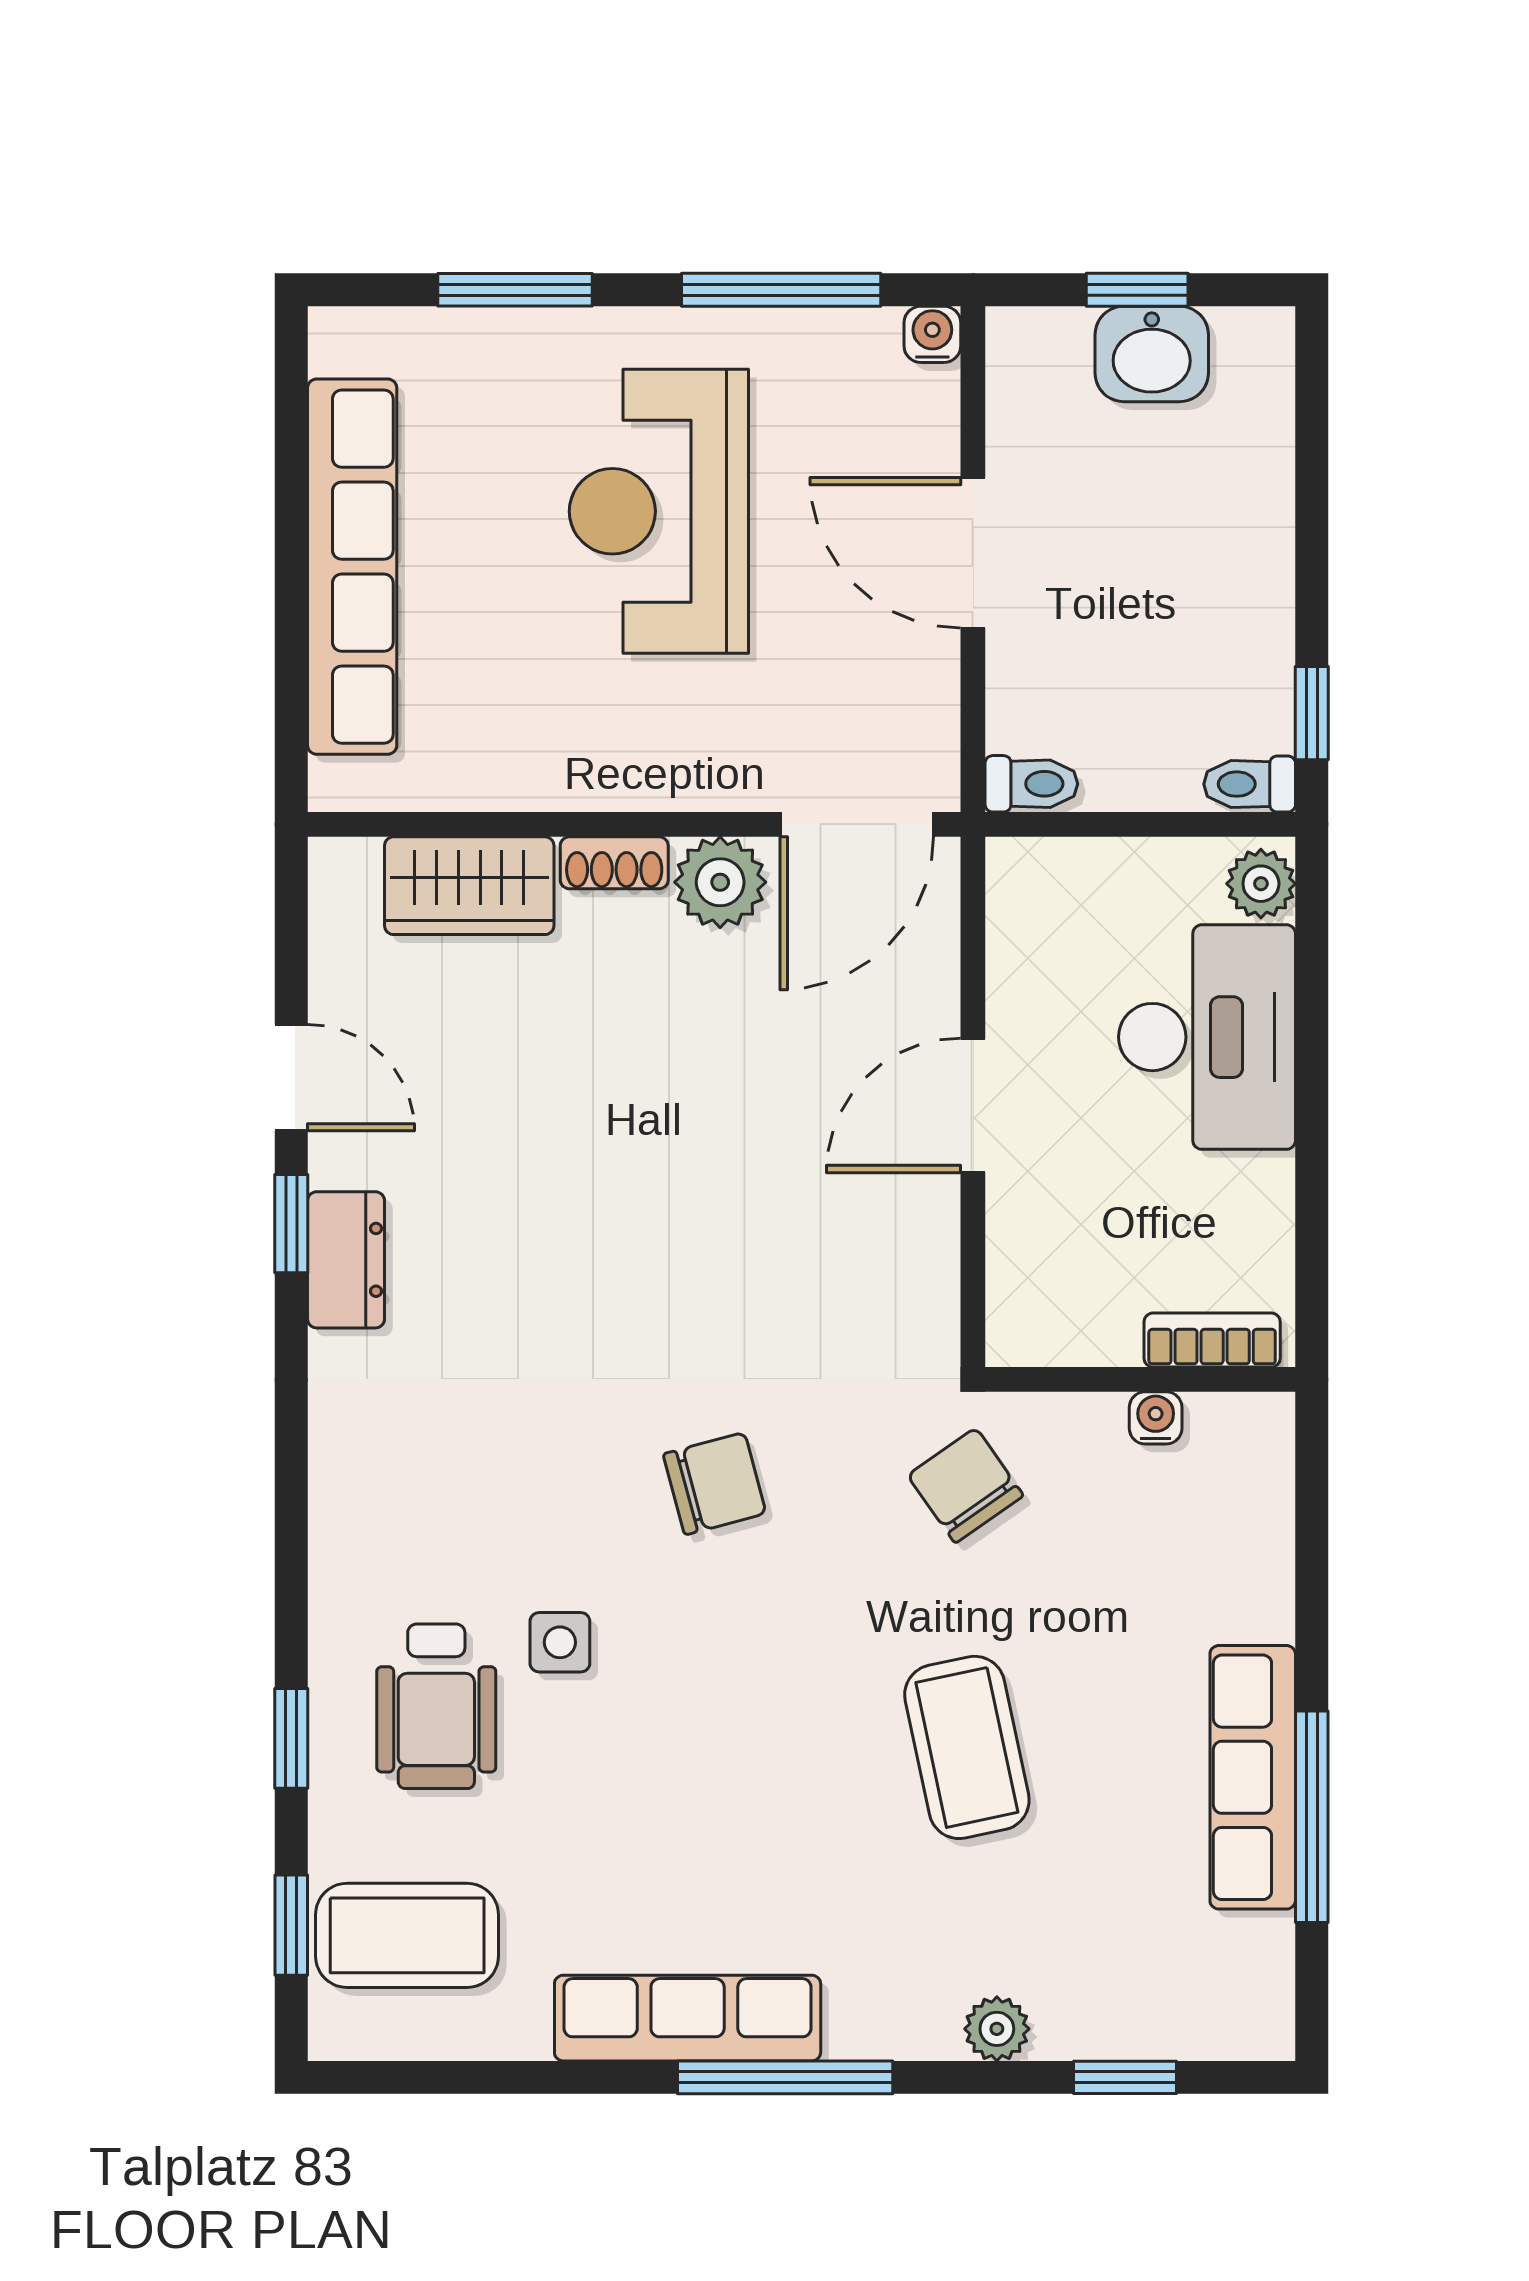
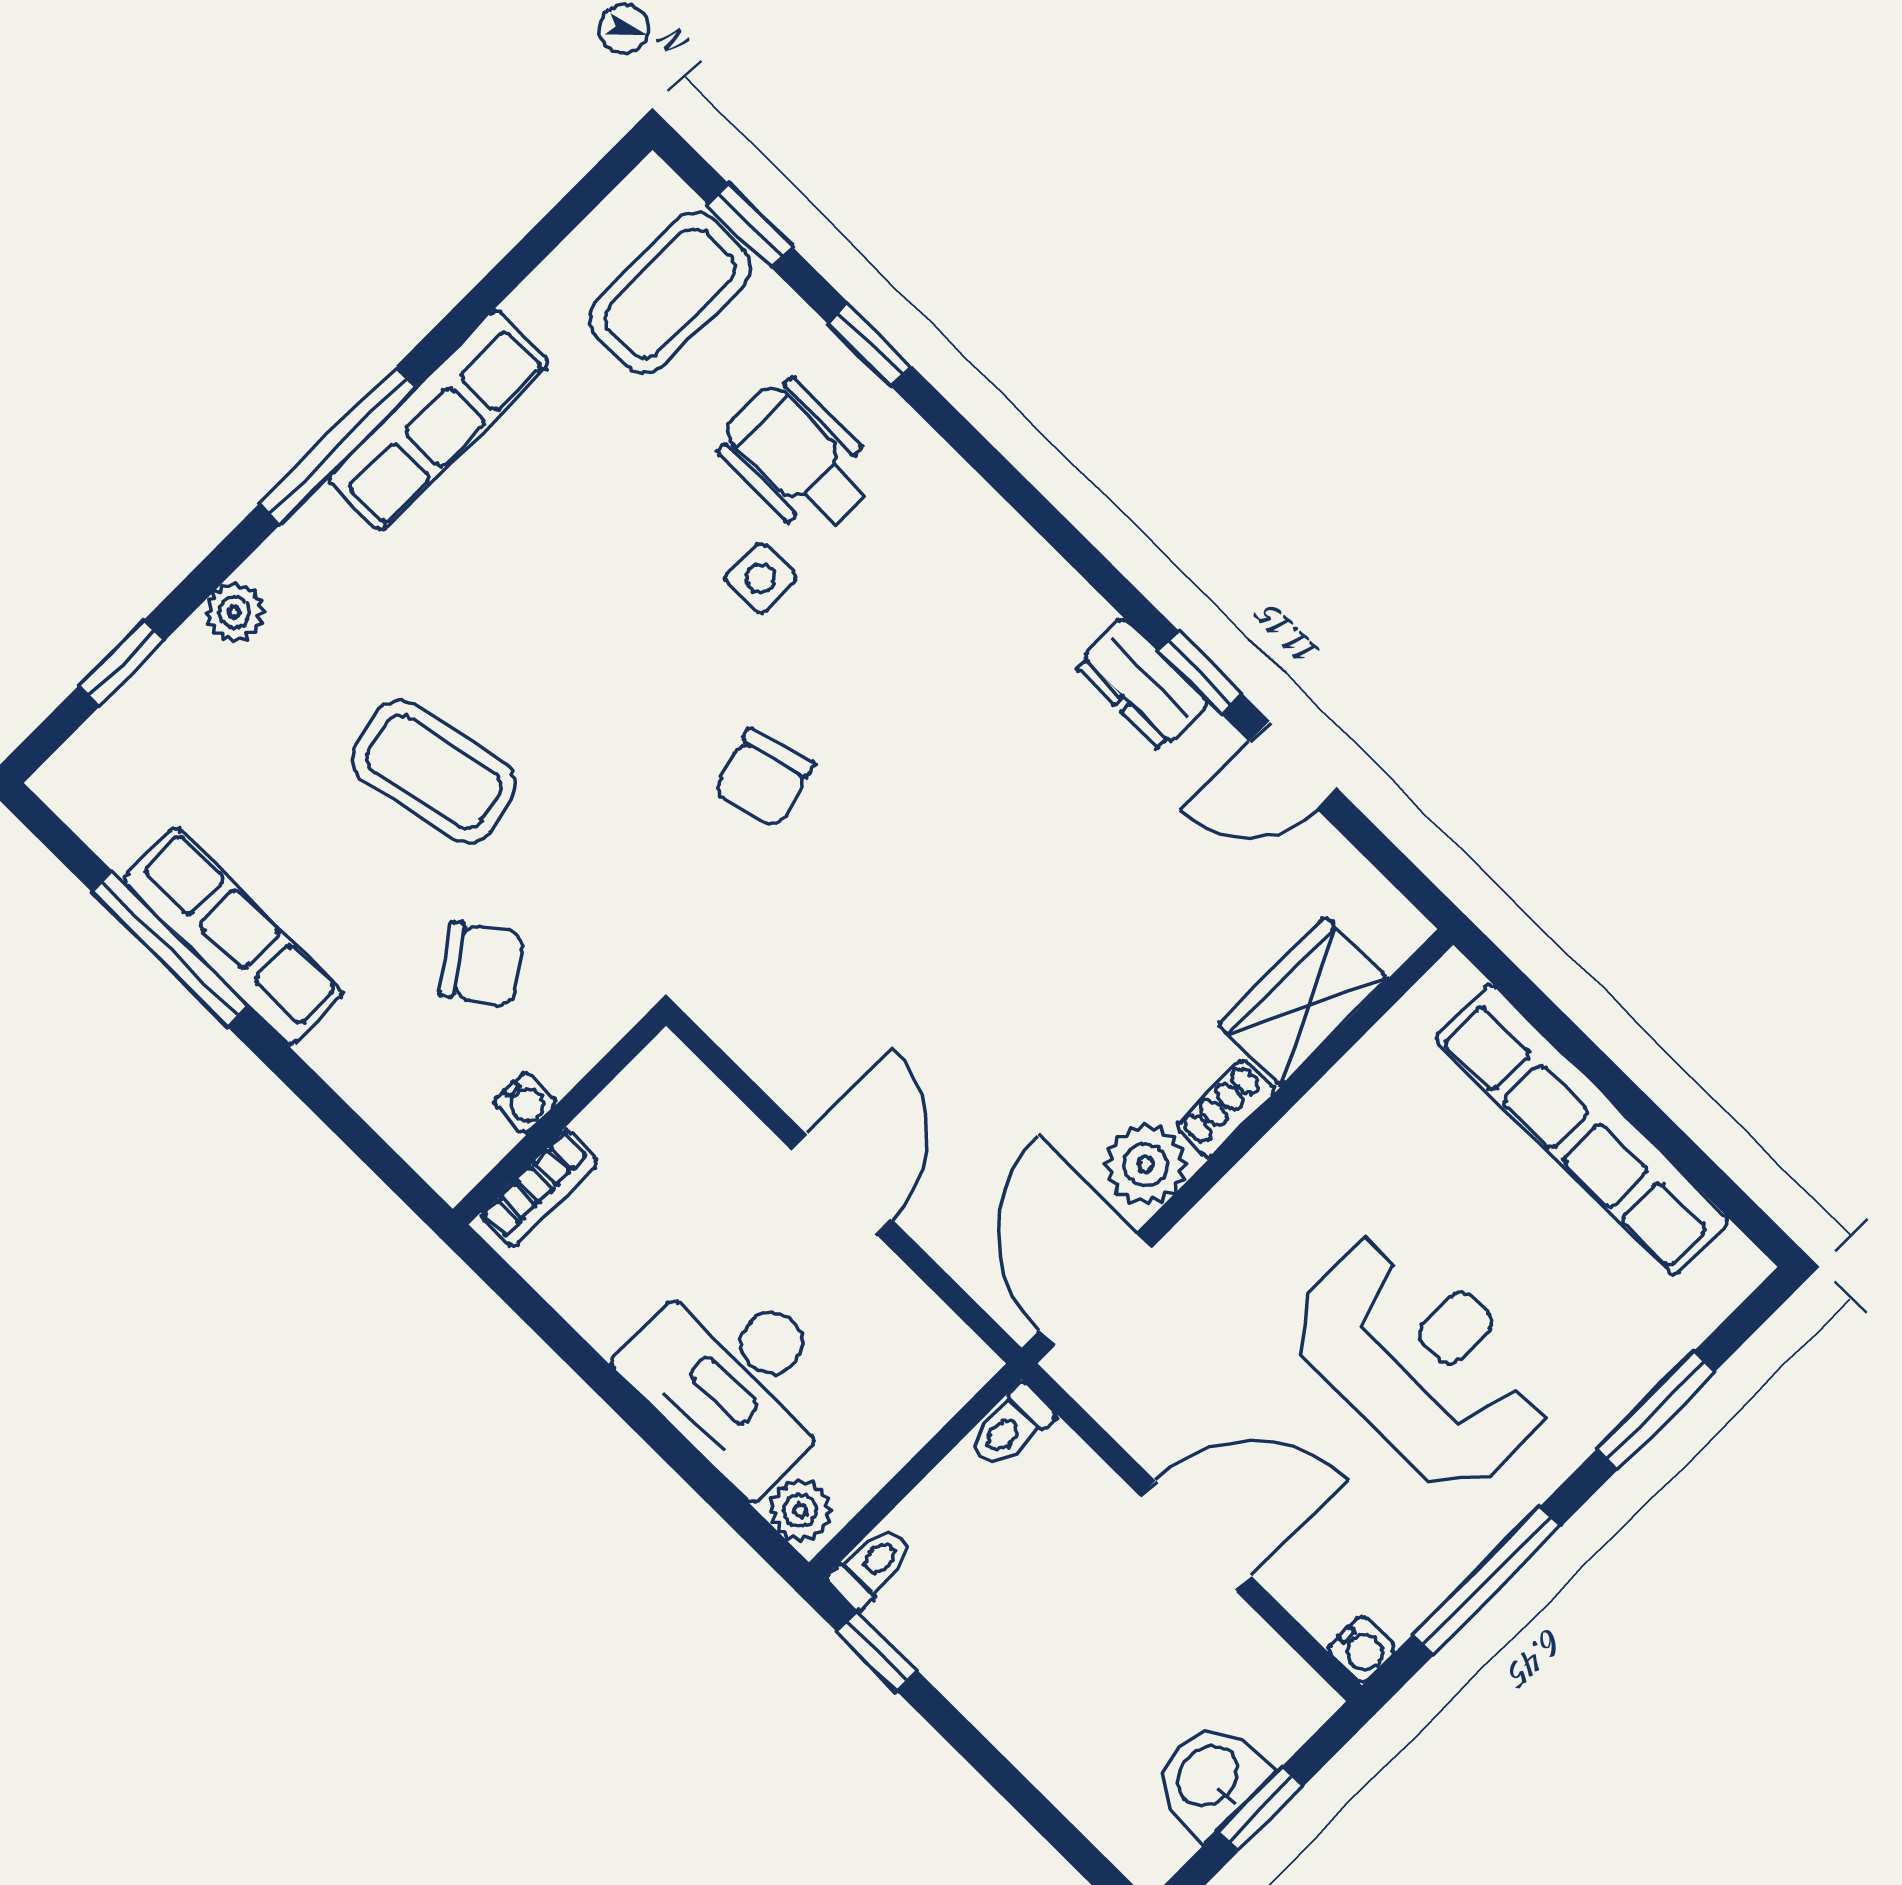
chair: (965, 1485) -> (482, 964), moved

